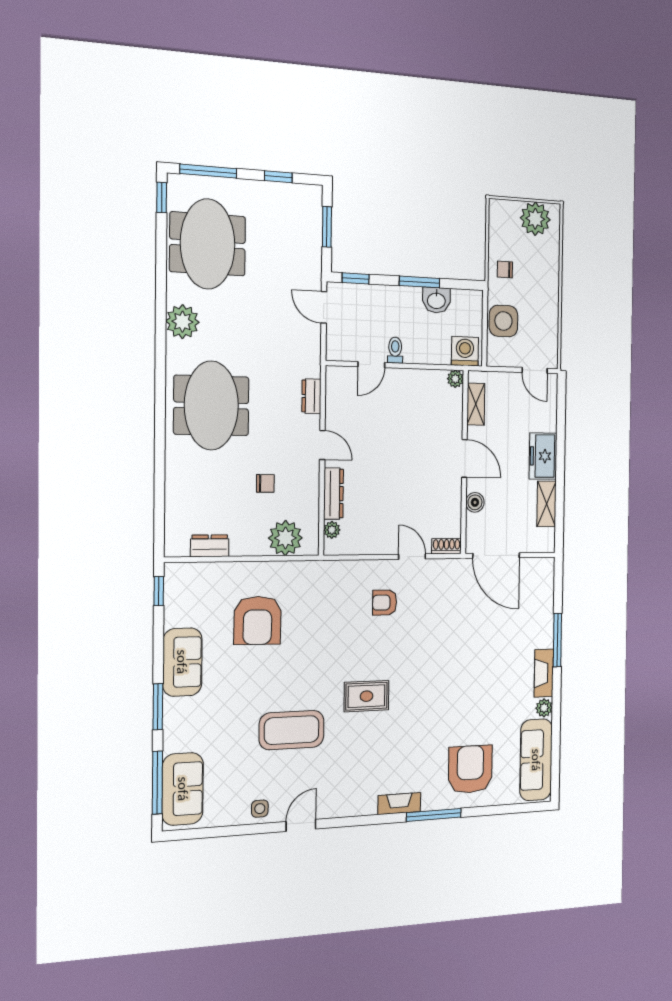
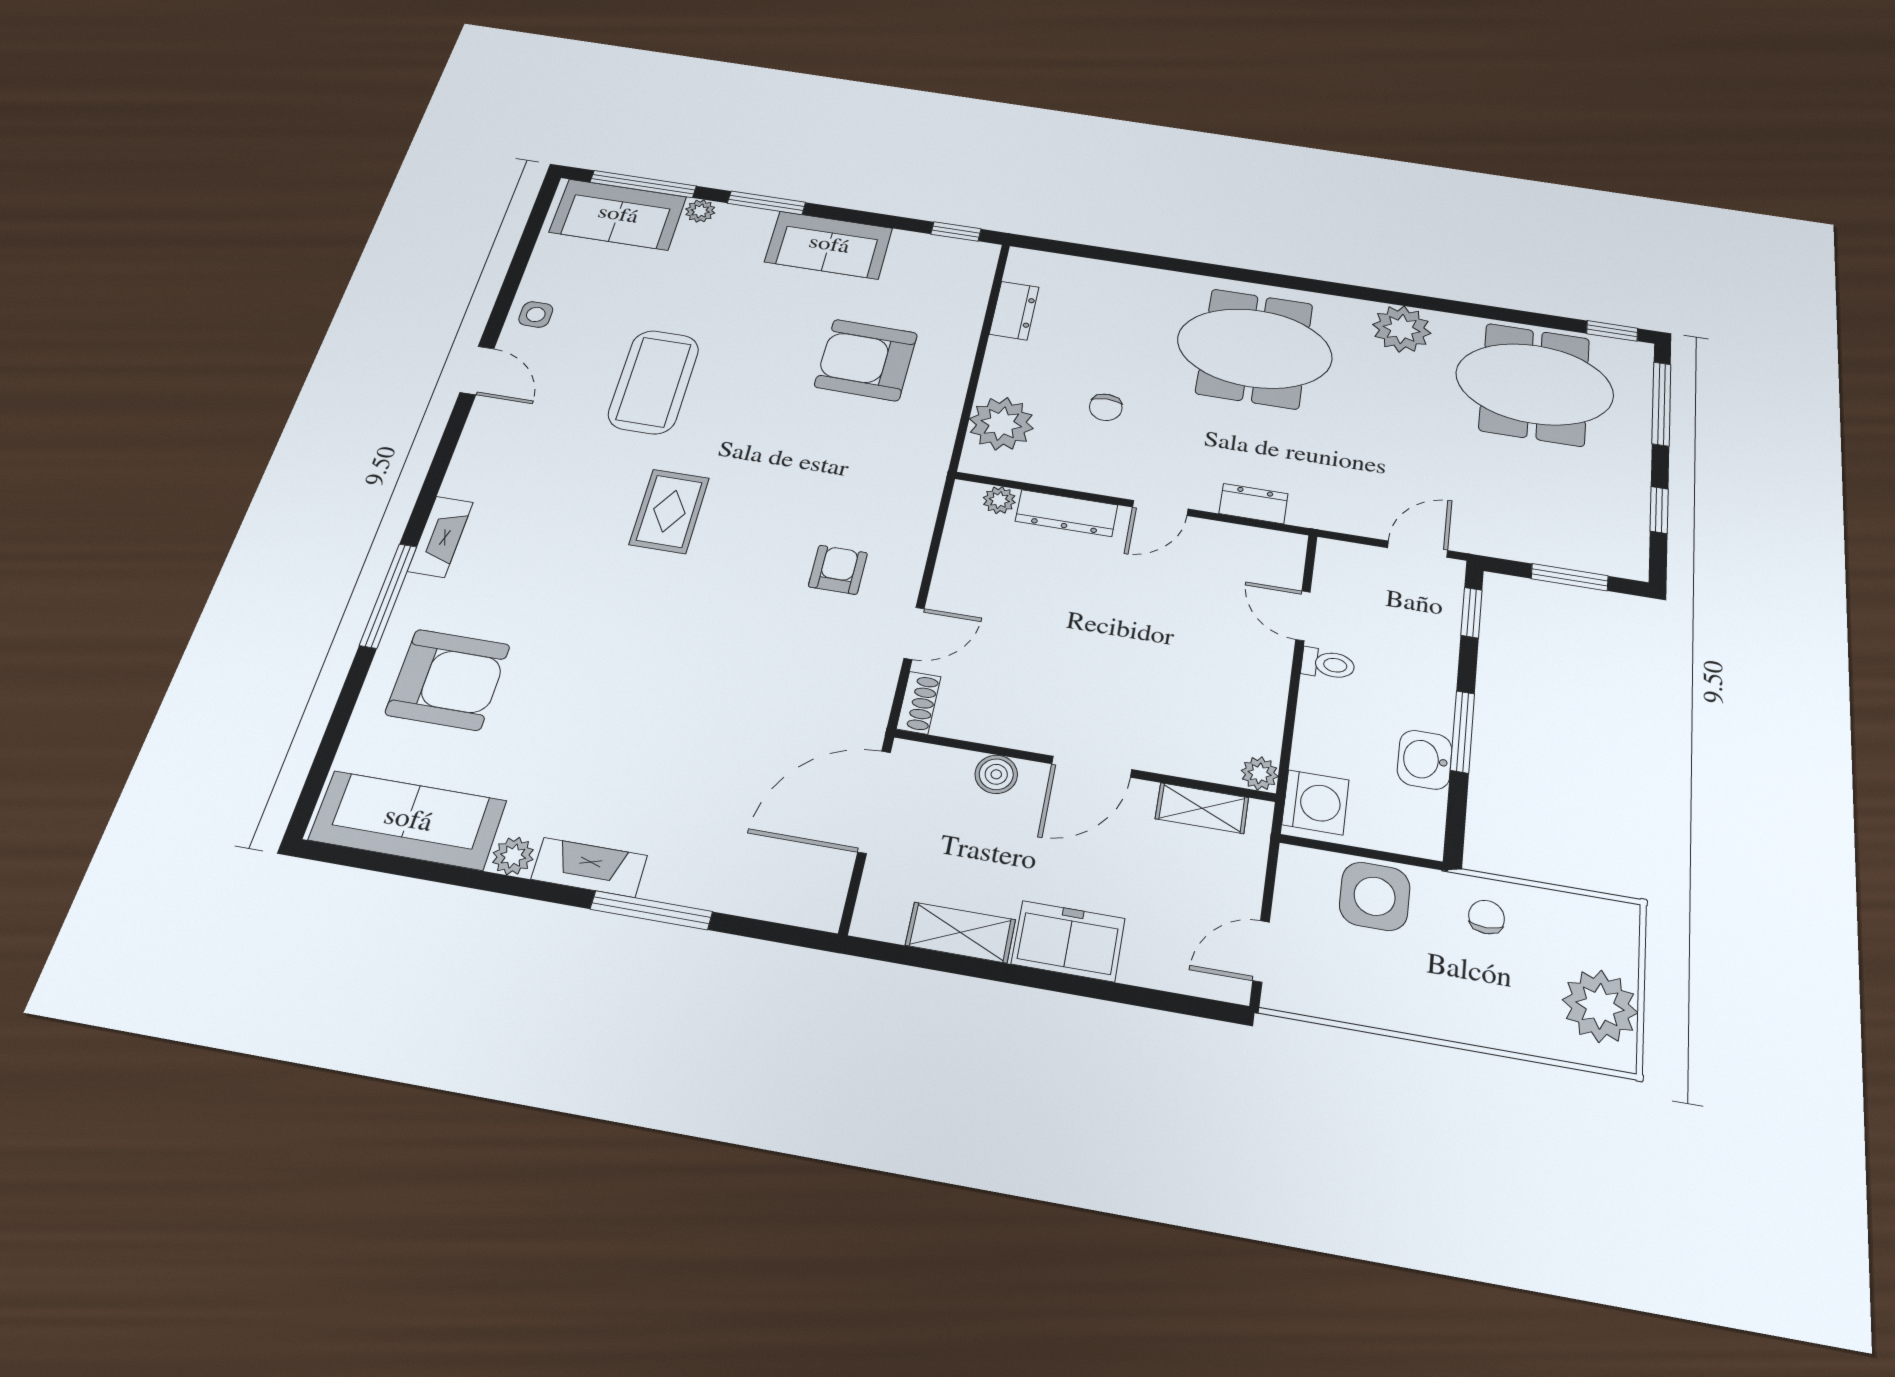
plant: (171, 743) -> (700, 211), added

